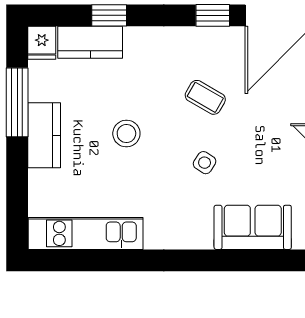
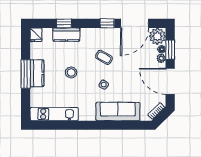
kitchen counter: (90, 42) -> (66, 35), moved
window: (17, 102) -> (26, 74), moved
sofa: (253, 227) -> (118, 112), width x1.36

